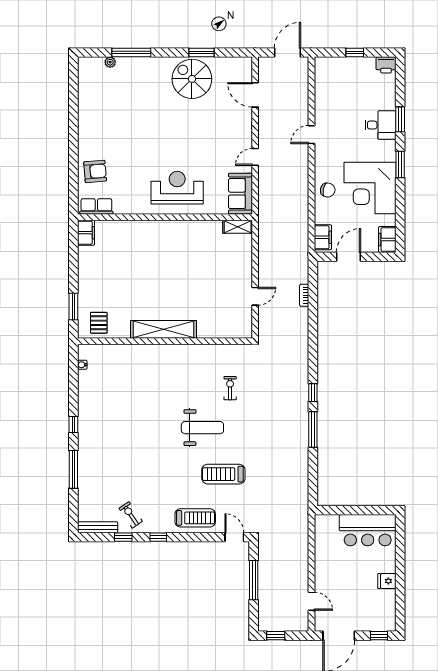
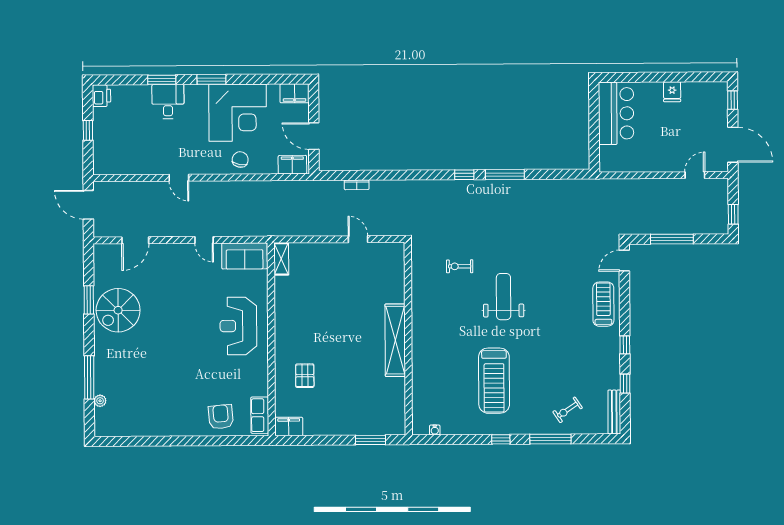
pallet: (99, 323) -> (305, 376), moved, turned 90
treadmill: (223, 474) -> (494, 381), moved, width x1.37, depth x1.38
exercise bike: (131, 515) -> (568, 410), moved

